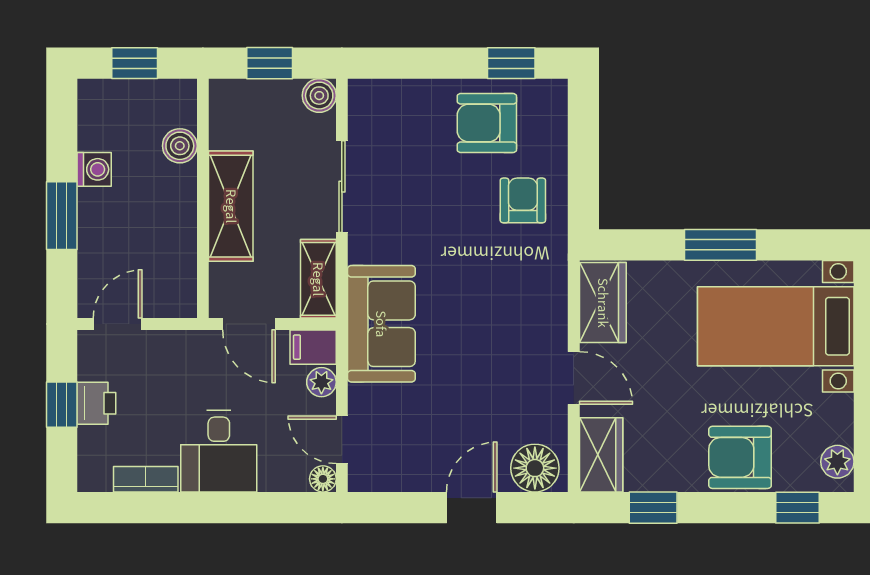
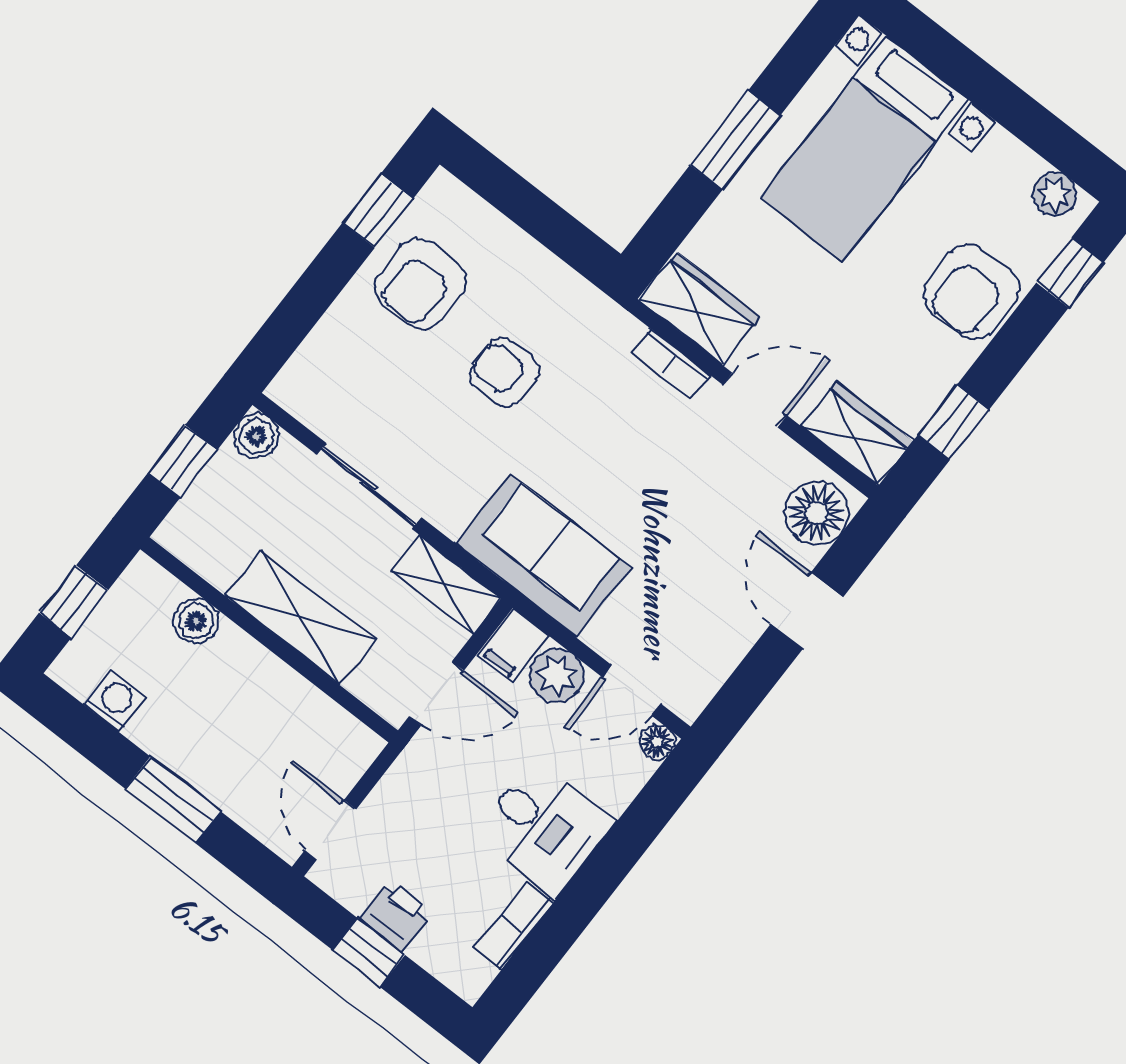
washing machine: (94, 169) -> (115, 701), moved
armchair: (523, 200) -> (504, 372), moved
bookcase: (556, 311) -> (671, 364), added
plant: (321, 382) -> (557, 675), width x1.38, depth x1.38

